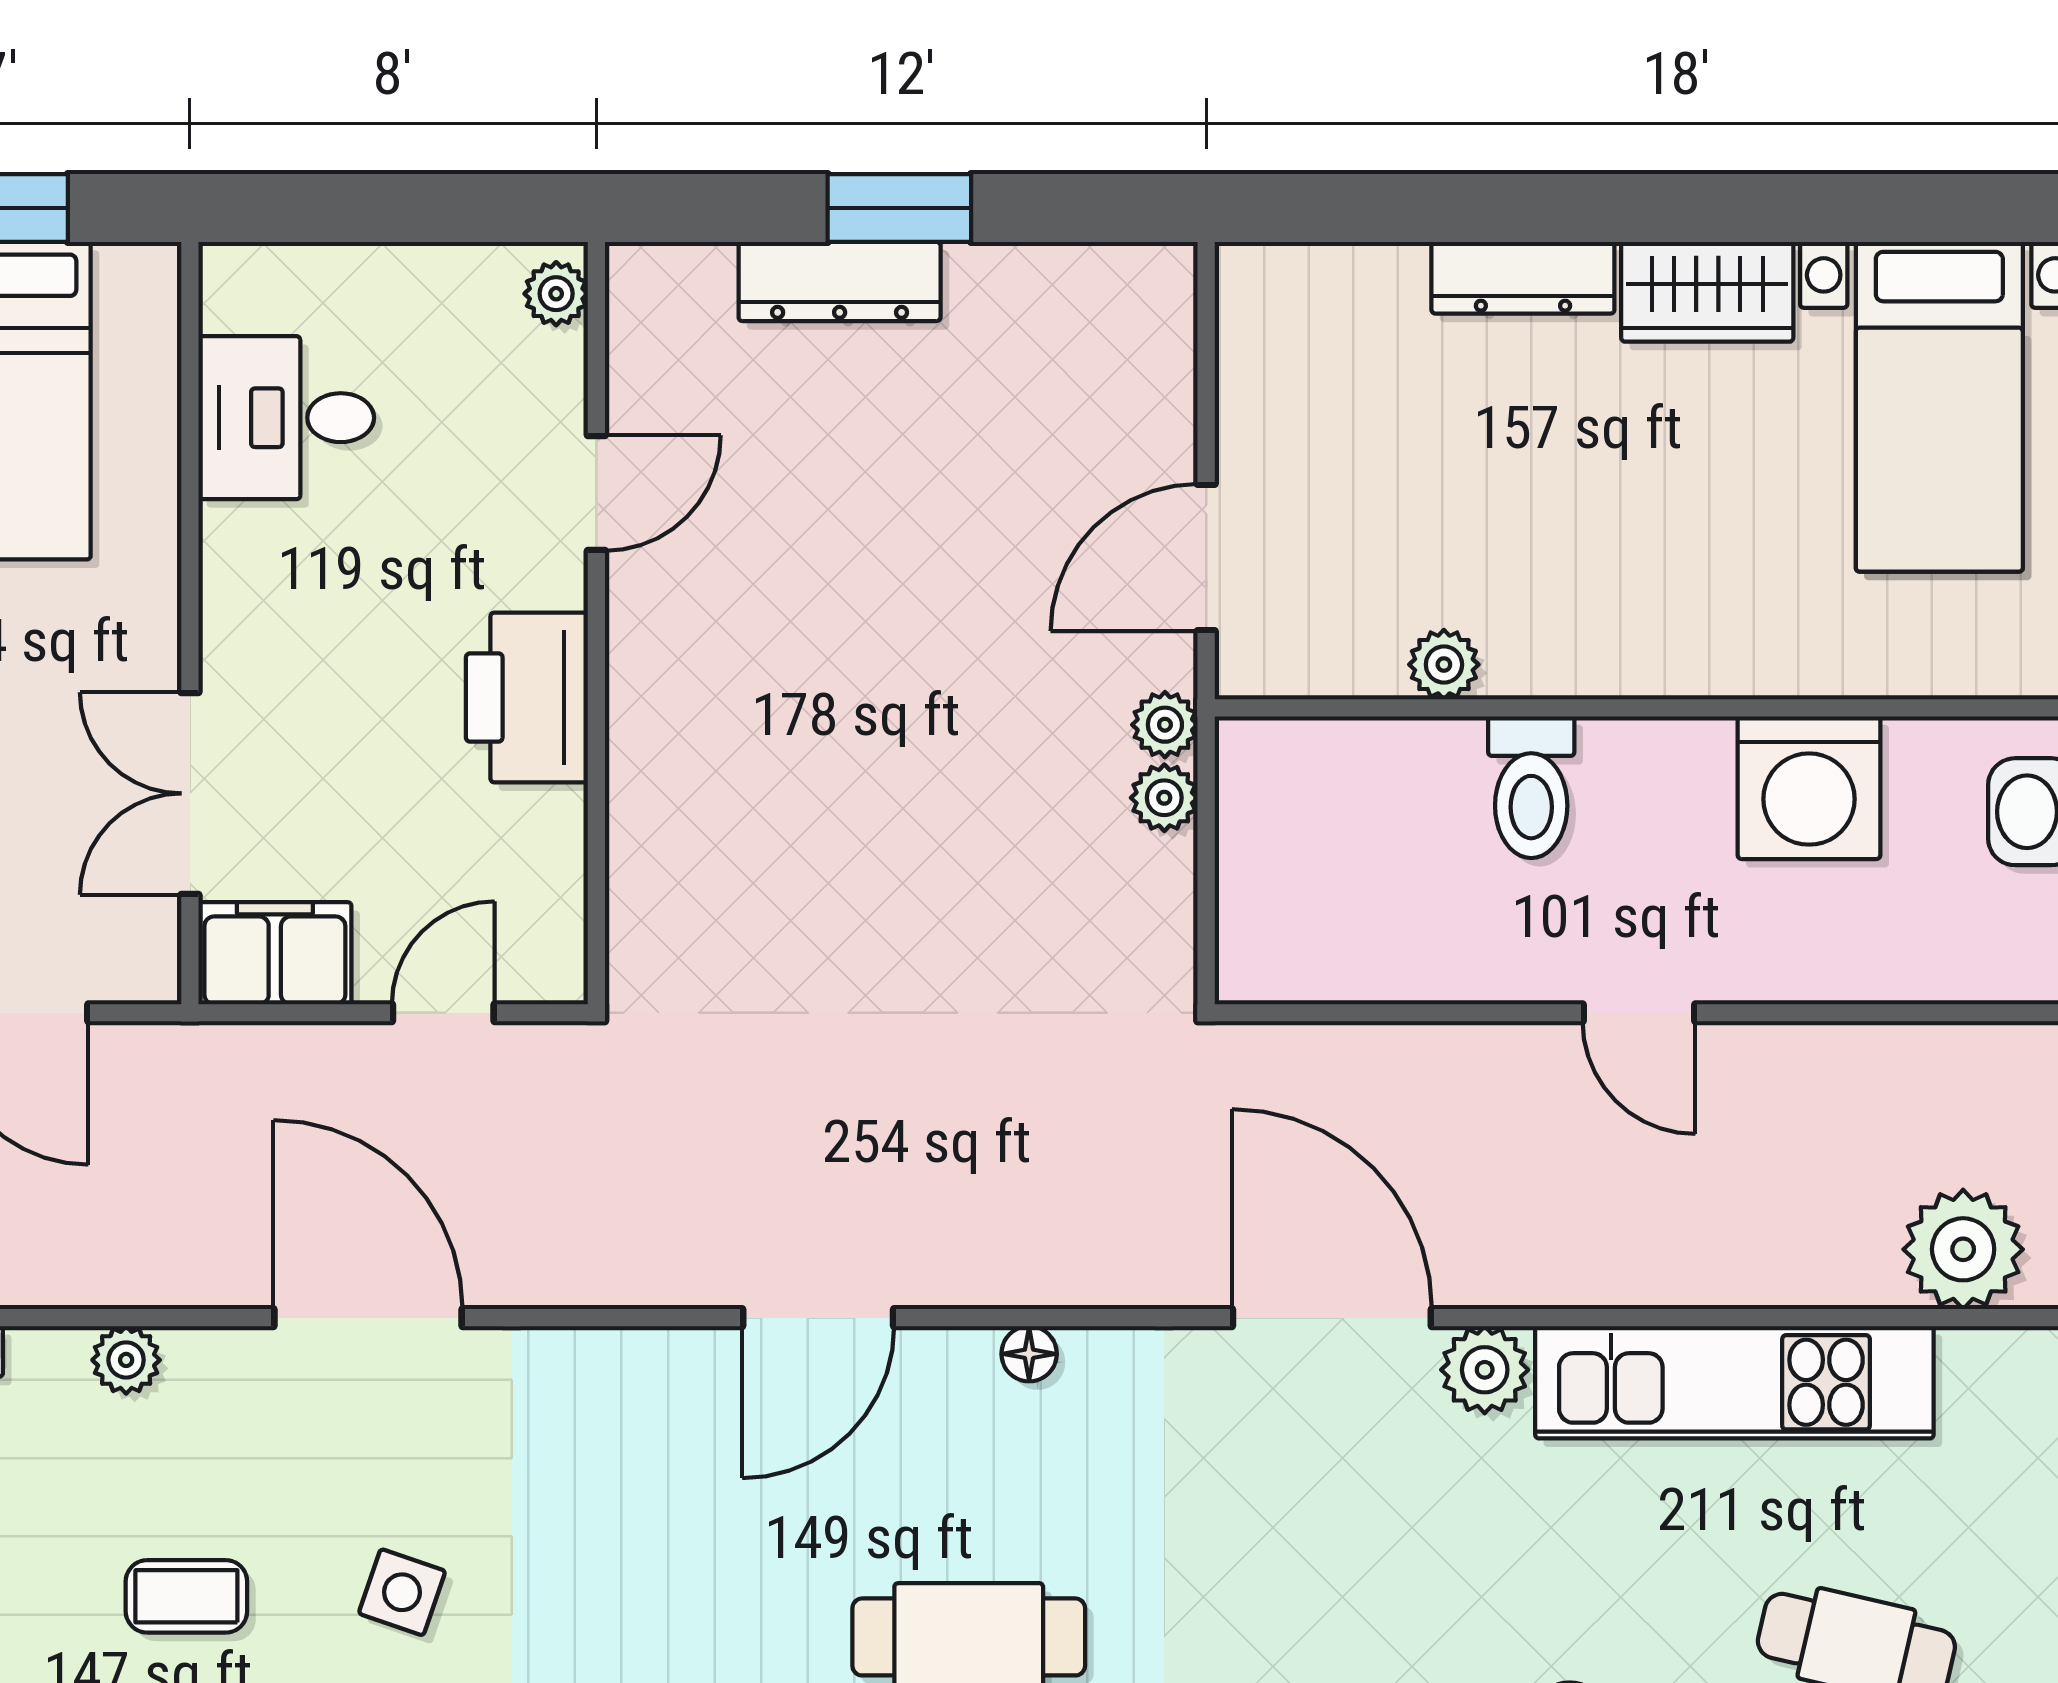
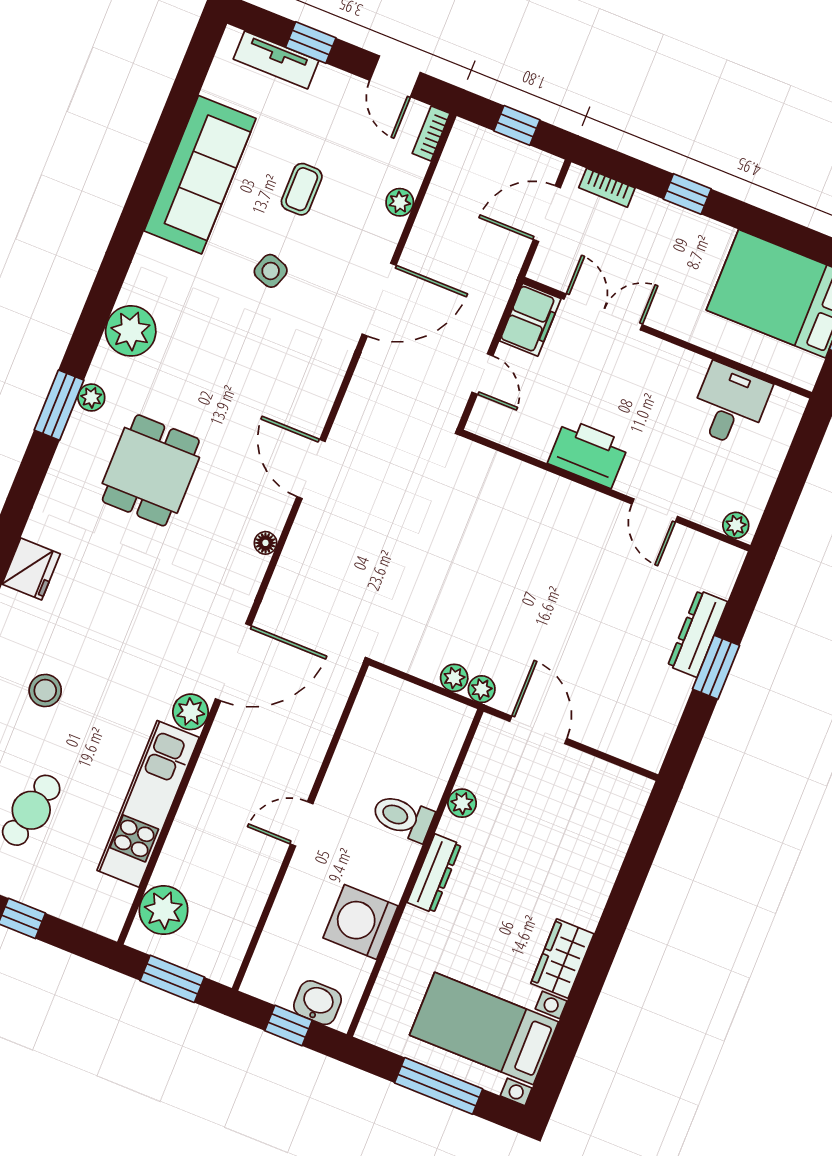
dresser: (1523, 278) -> (434, 873), moved, turned 180

